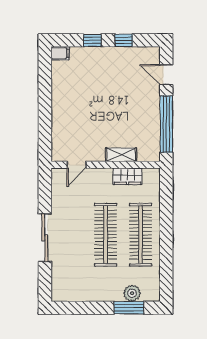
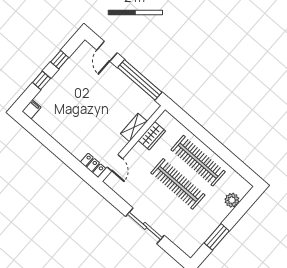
door: (166, 75) -> (107, 51), hinge flipped
locker: (58, 148) -> (93, 165), added
window: (129, 308) -> (217, 237), moved

